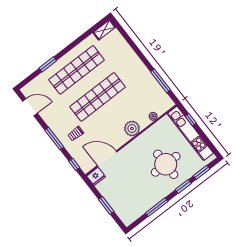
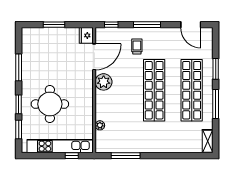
window: (73, 45) -> (216, 104), added
door: (30, 107) -> (191, 25), hinge flipped
plant: (132, 128) -> (104, 82), moved

